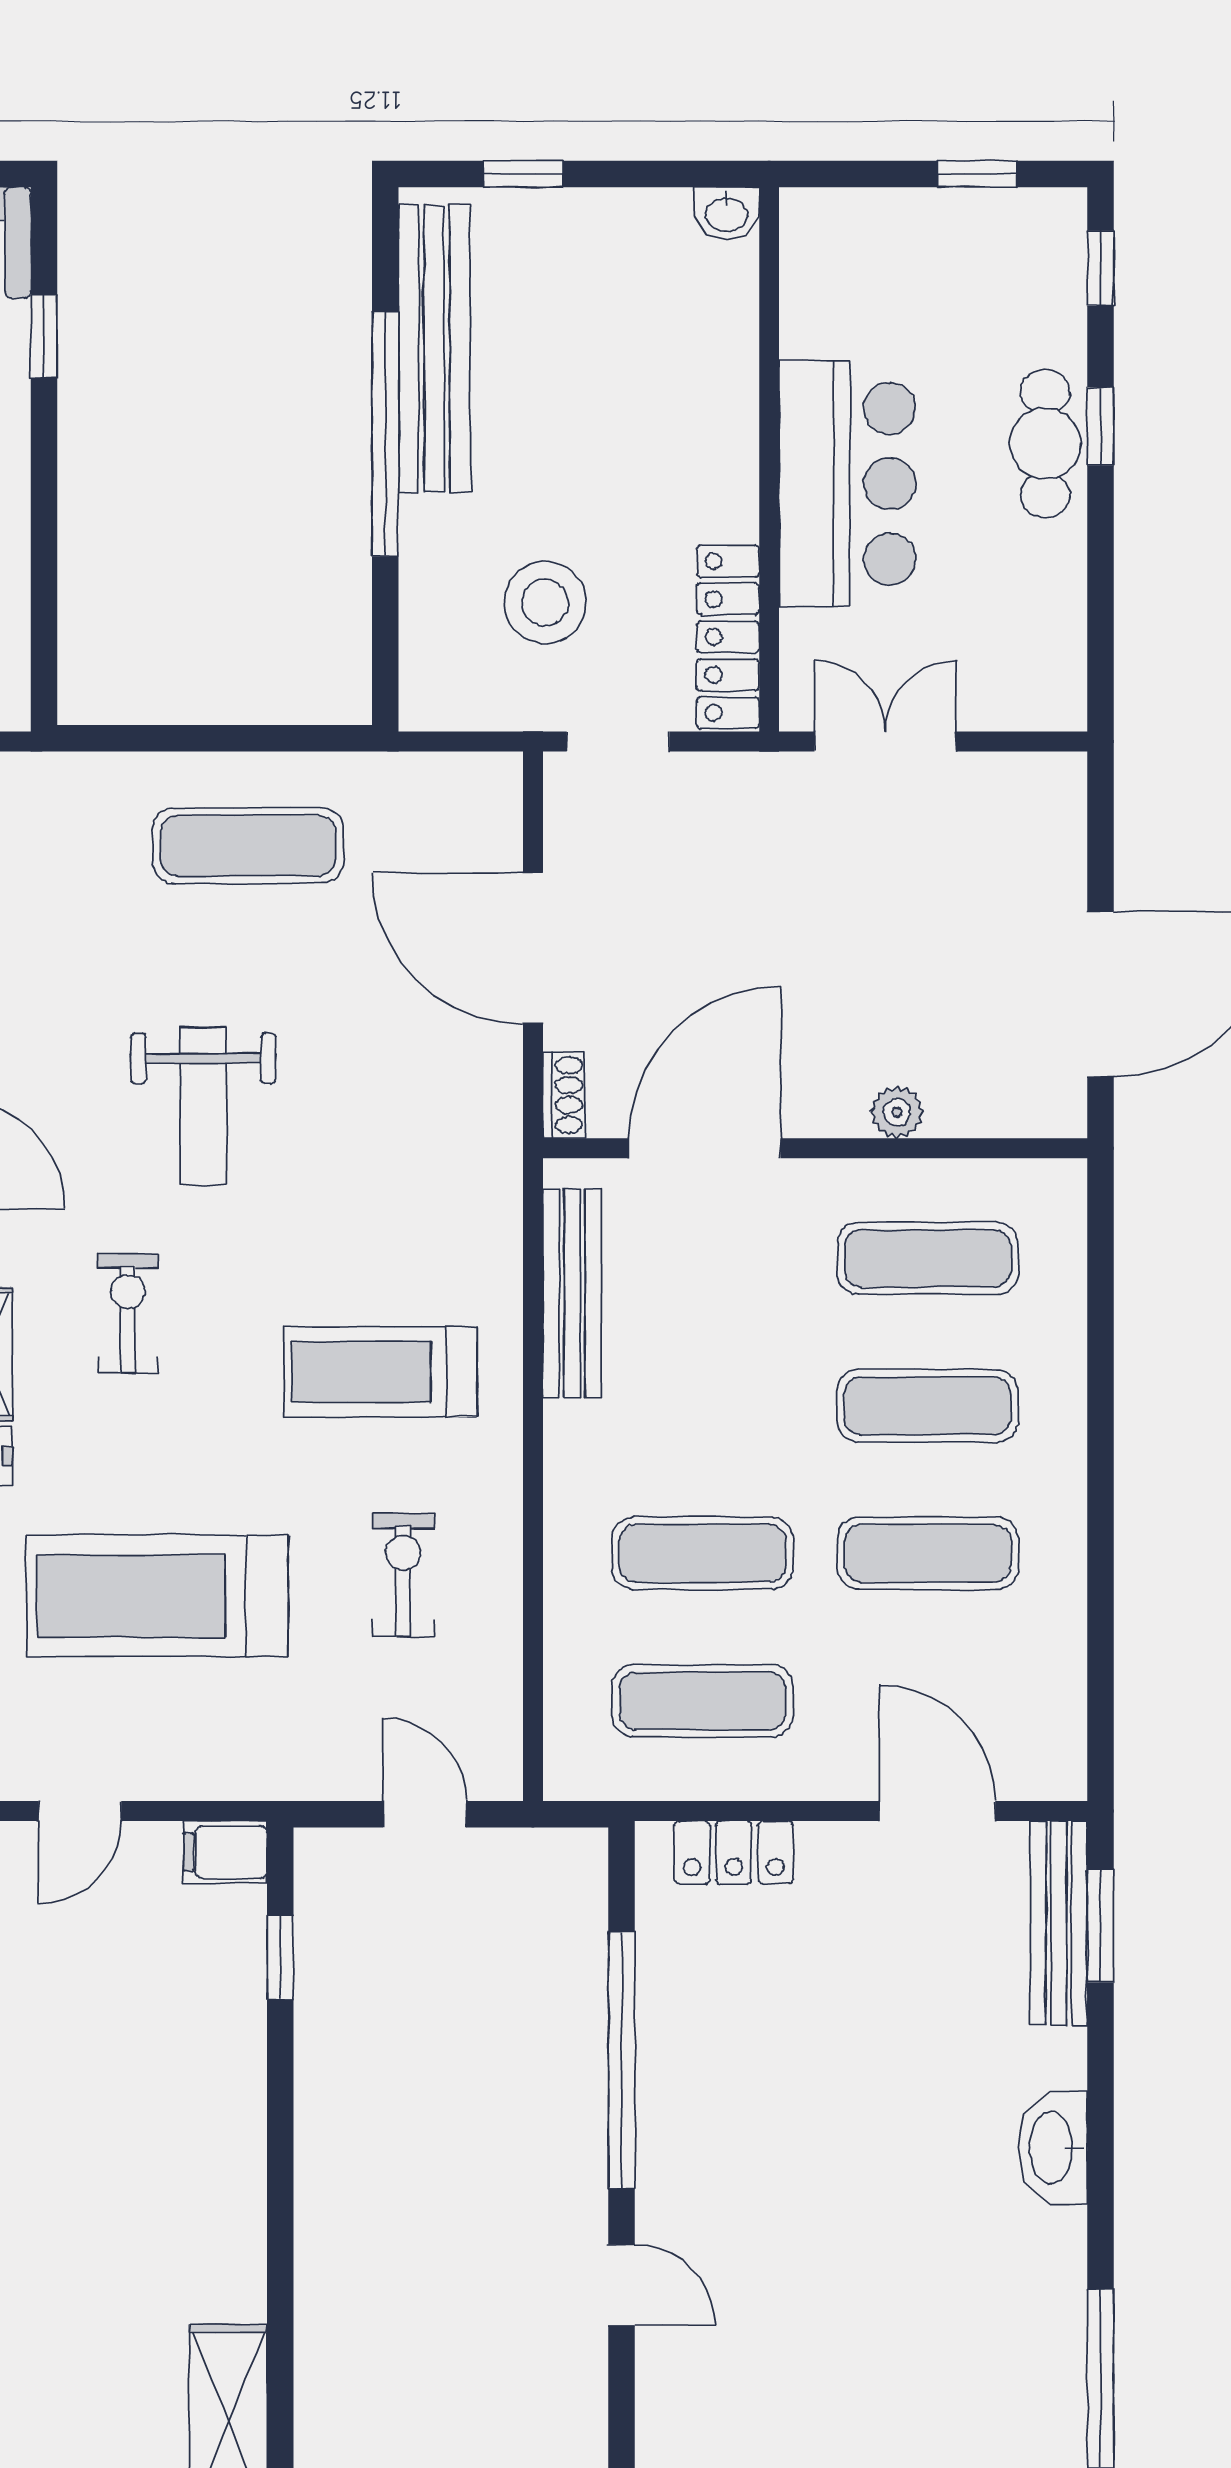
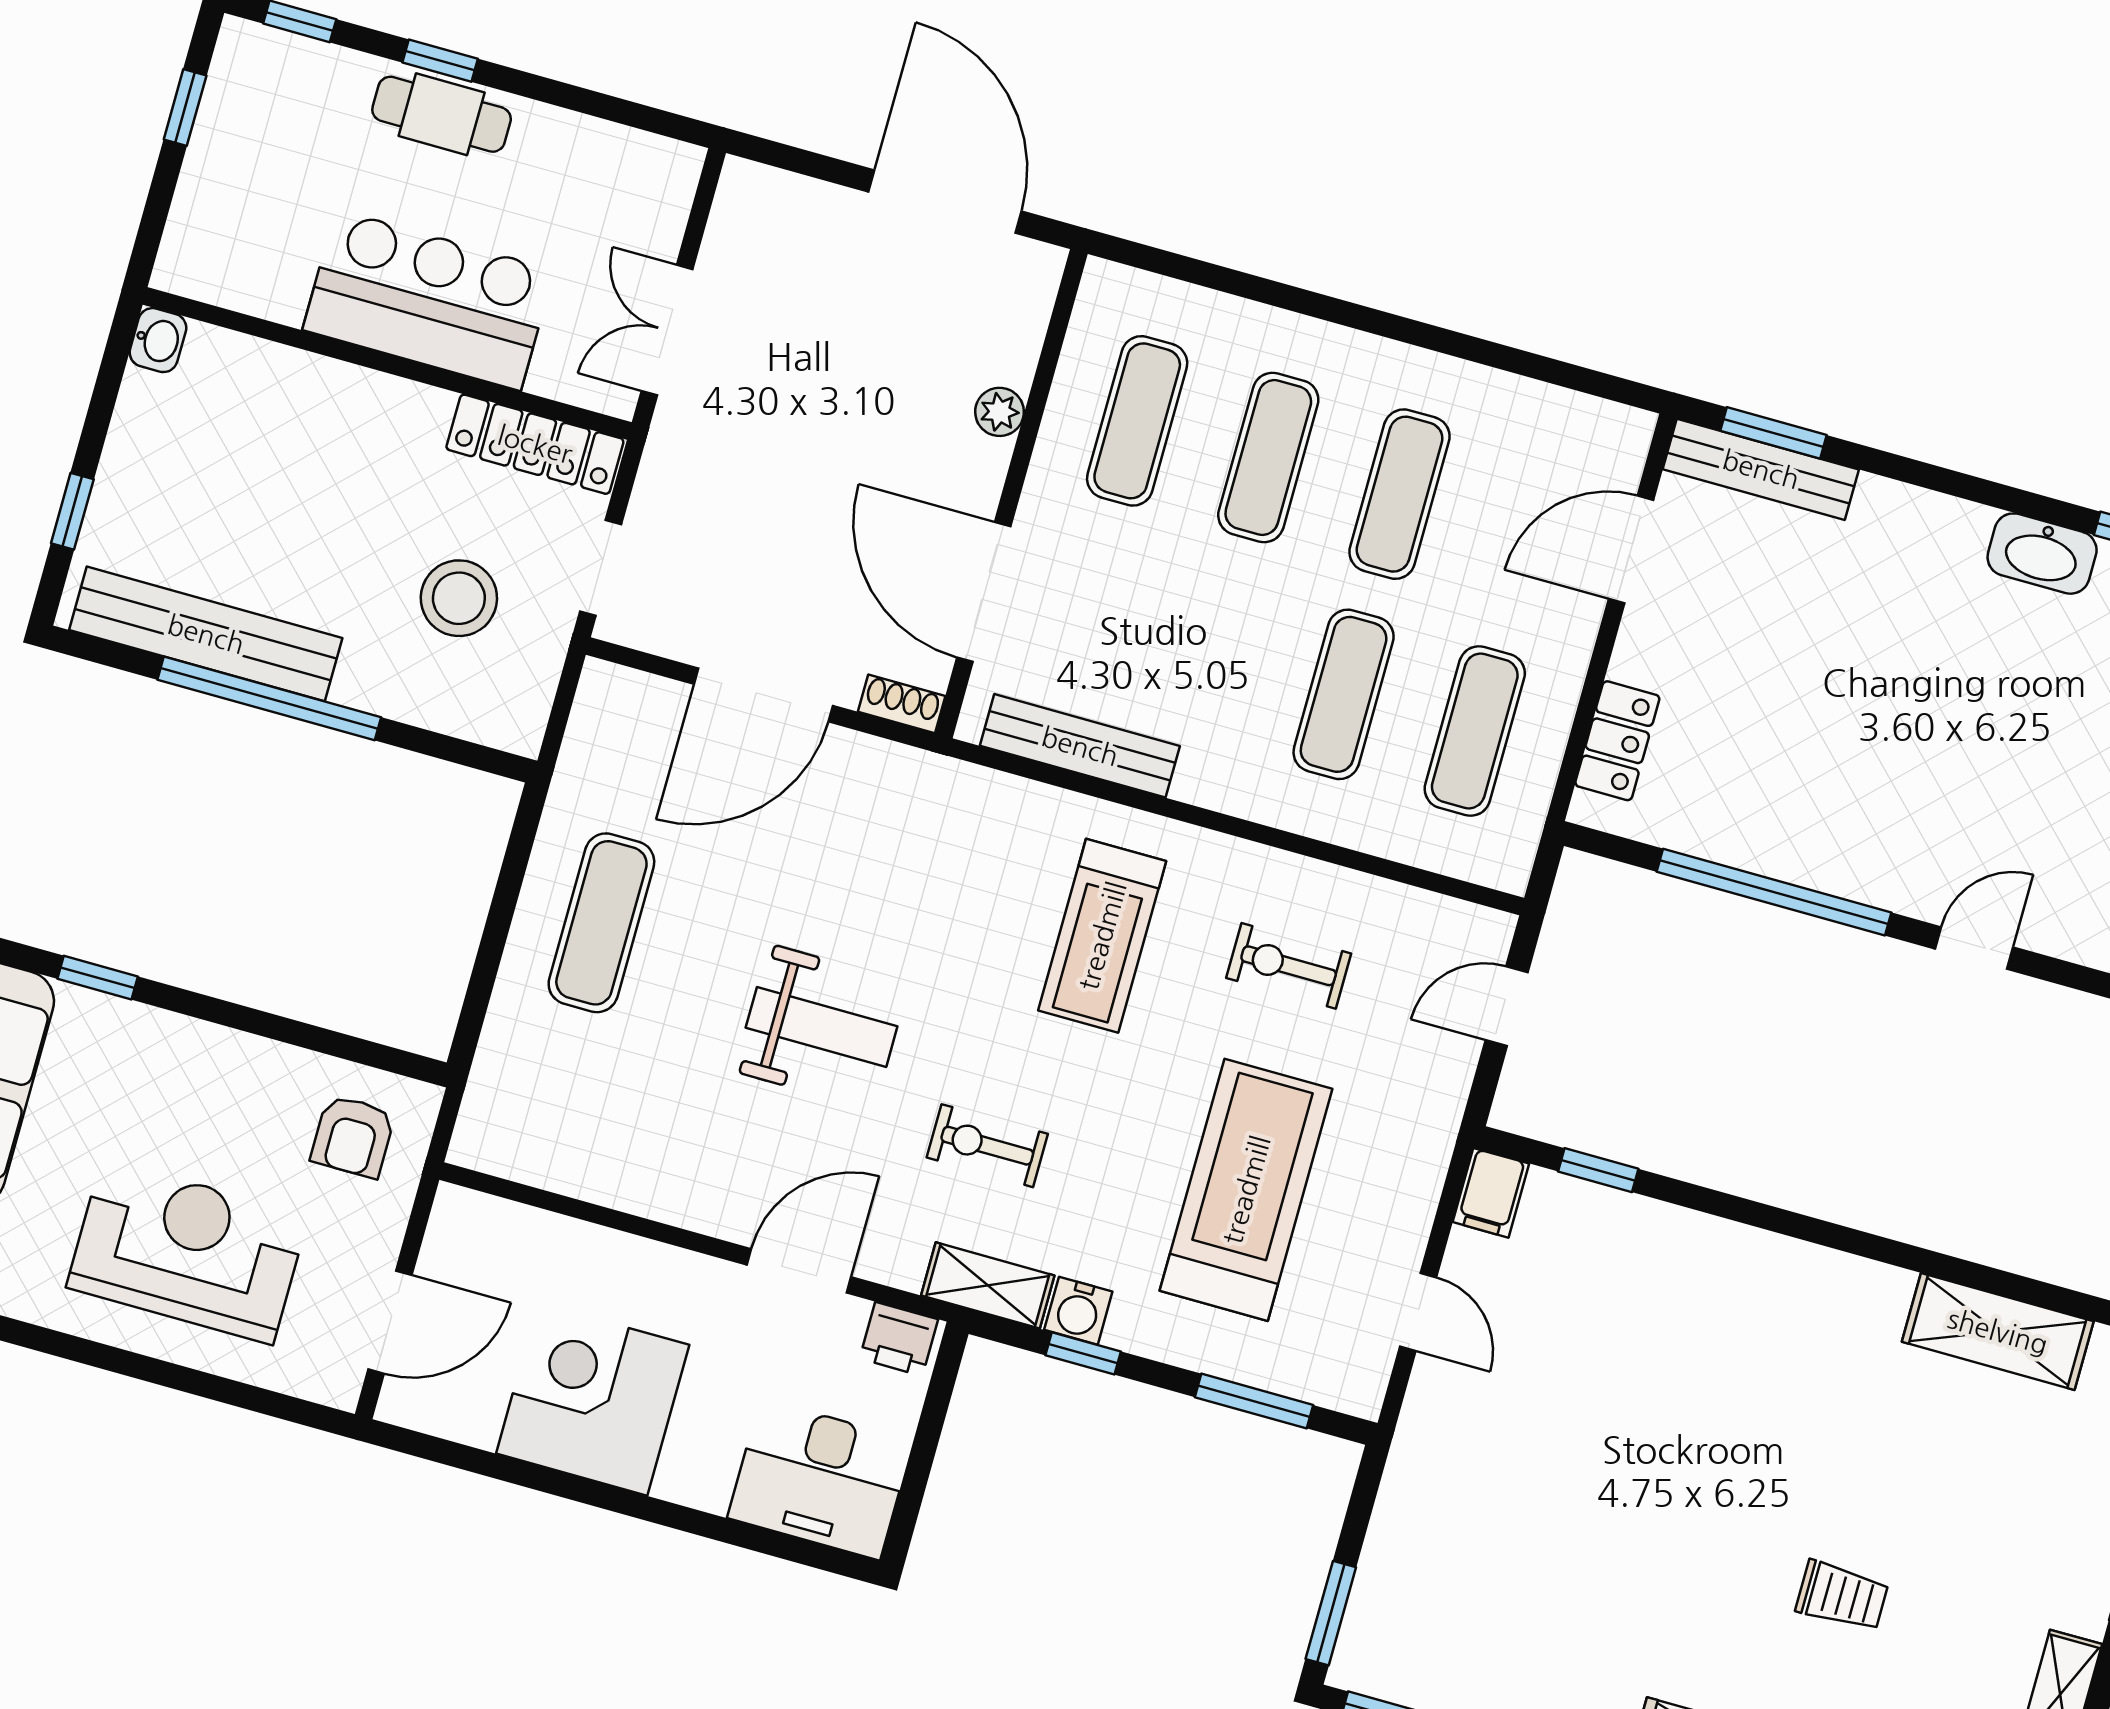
treadmill: (157, 1596) -> (1246, 1190), turned 180
washbasin: (1053, 2148) -> (2042, 554), moved

